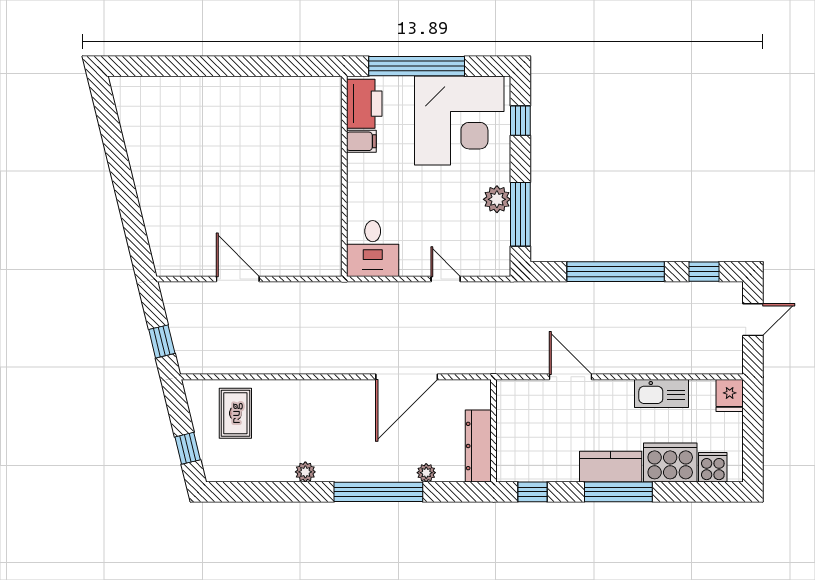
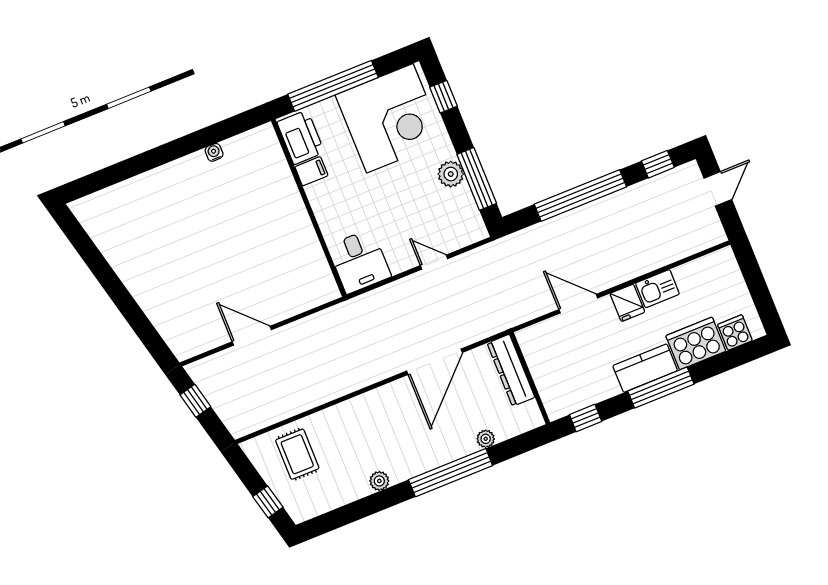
water cooler: (273, 84) -> (214, 152), added
window: (162, 341) -> (195, 401), moved
kitchen sink: (662, 394) -> (657, 289), width x0.73
fridge: (730, 396) -> (627, 303), moved
dresser: (478, 446) -> (511, 370), moved

